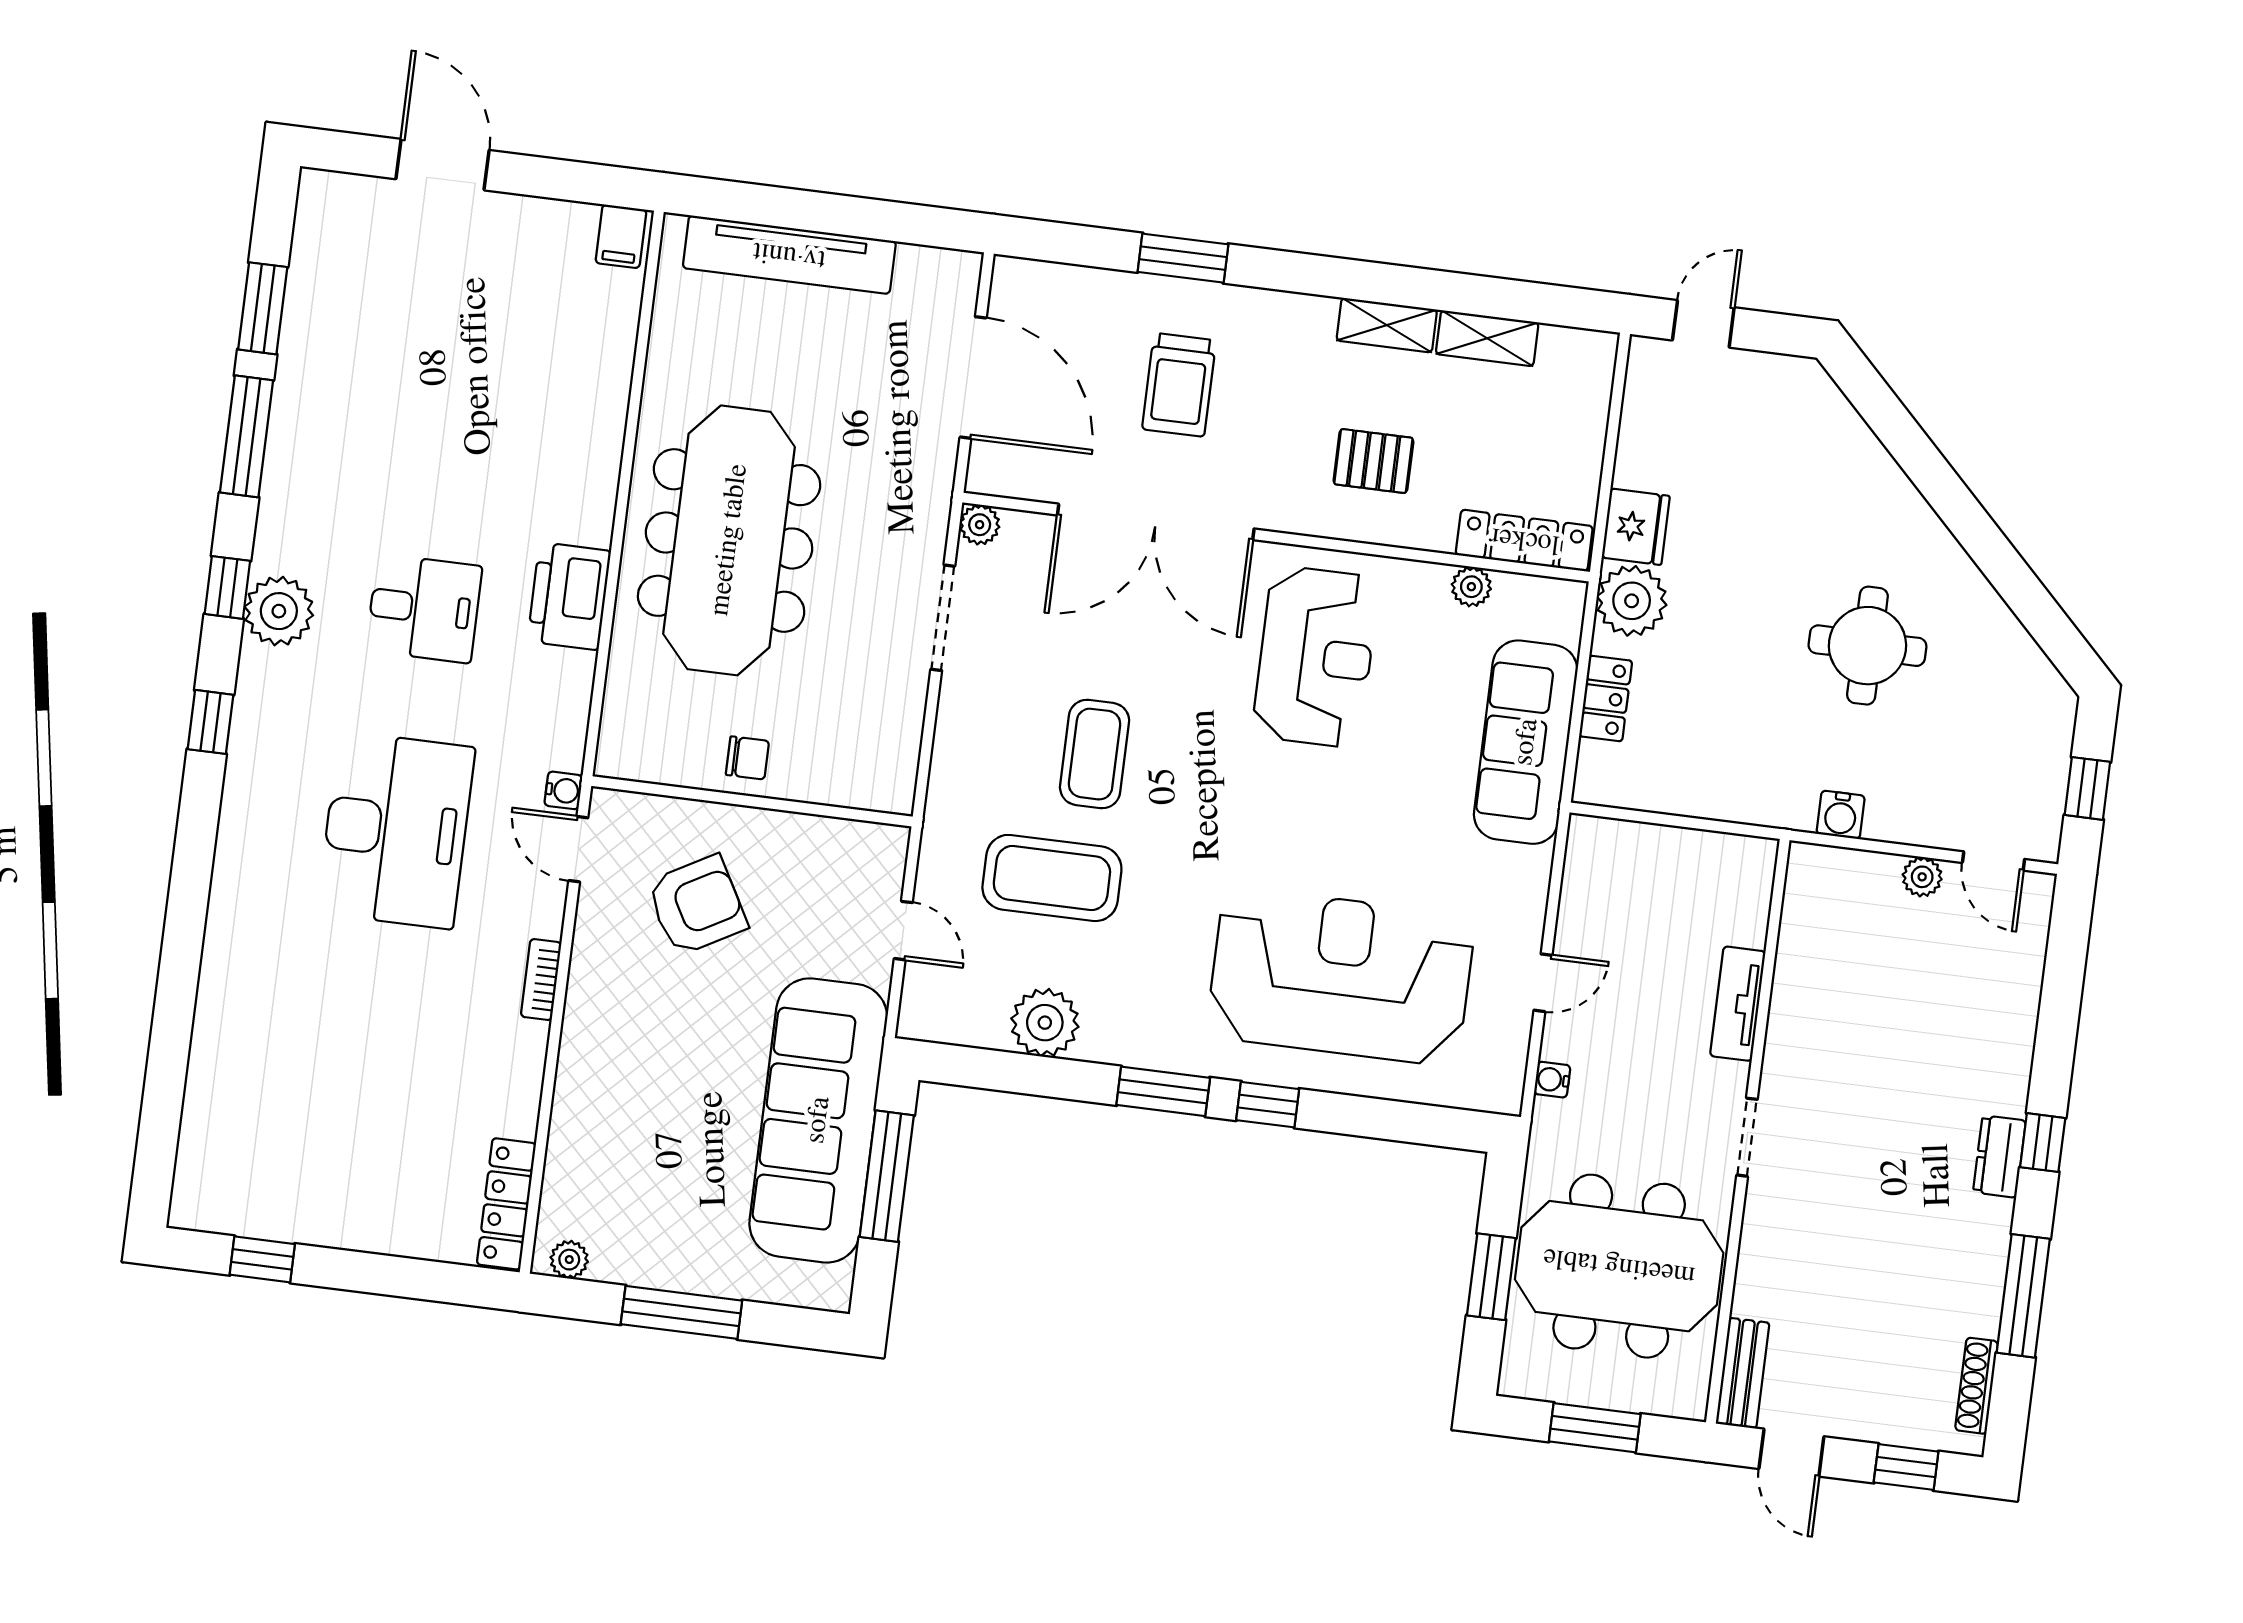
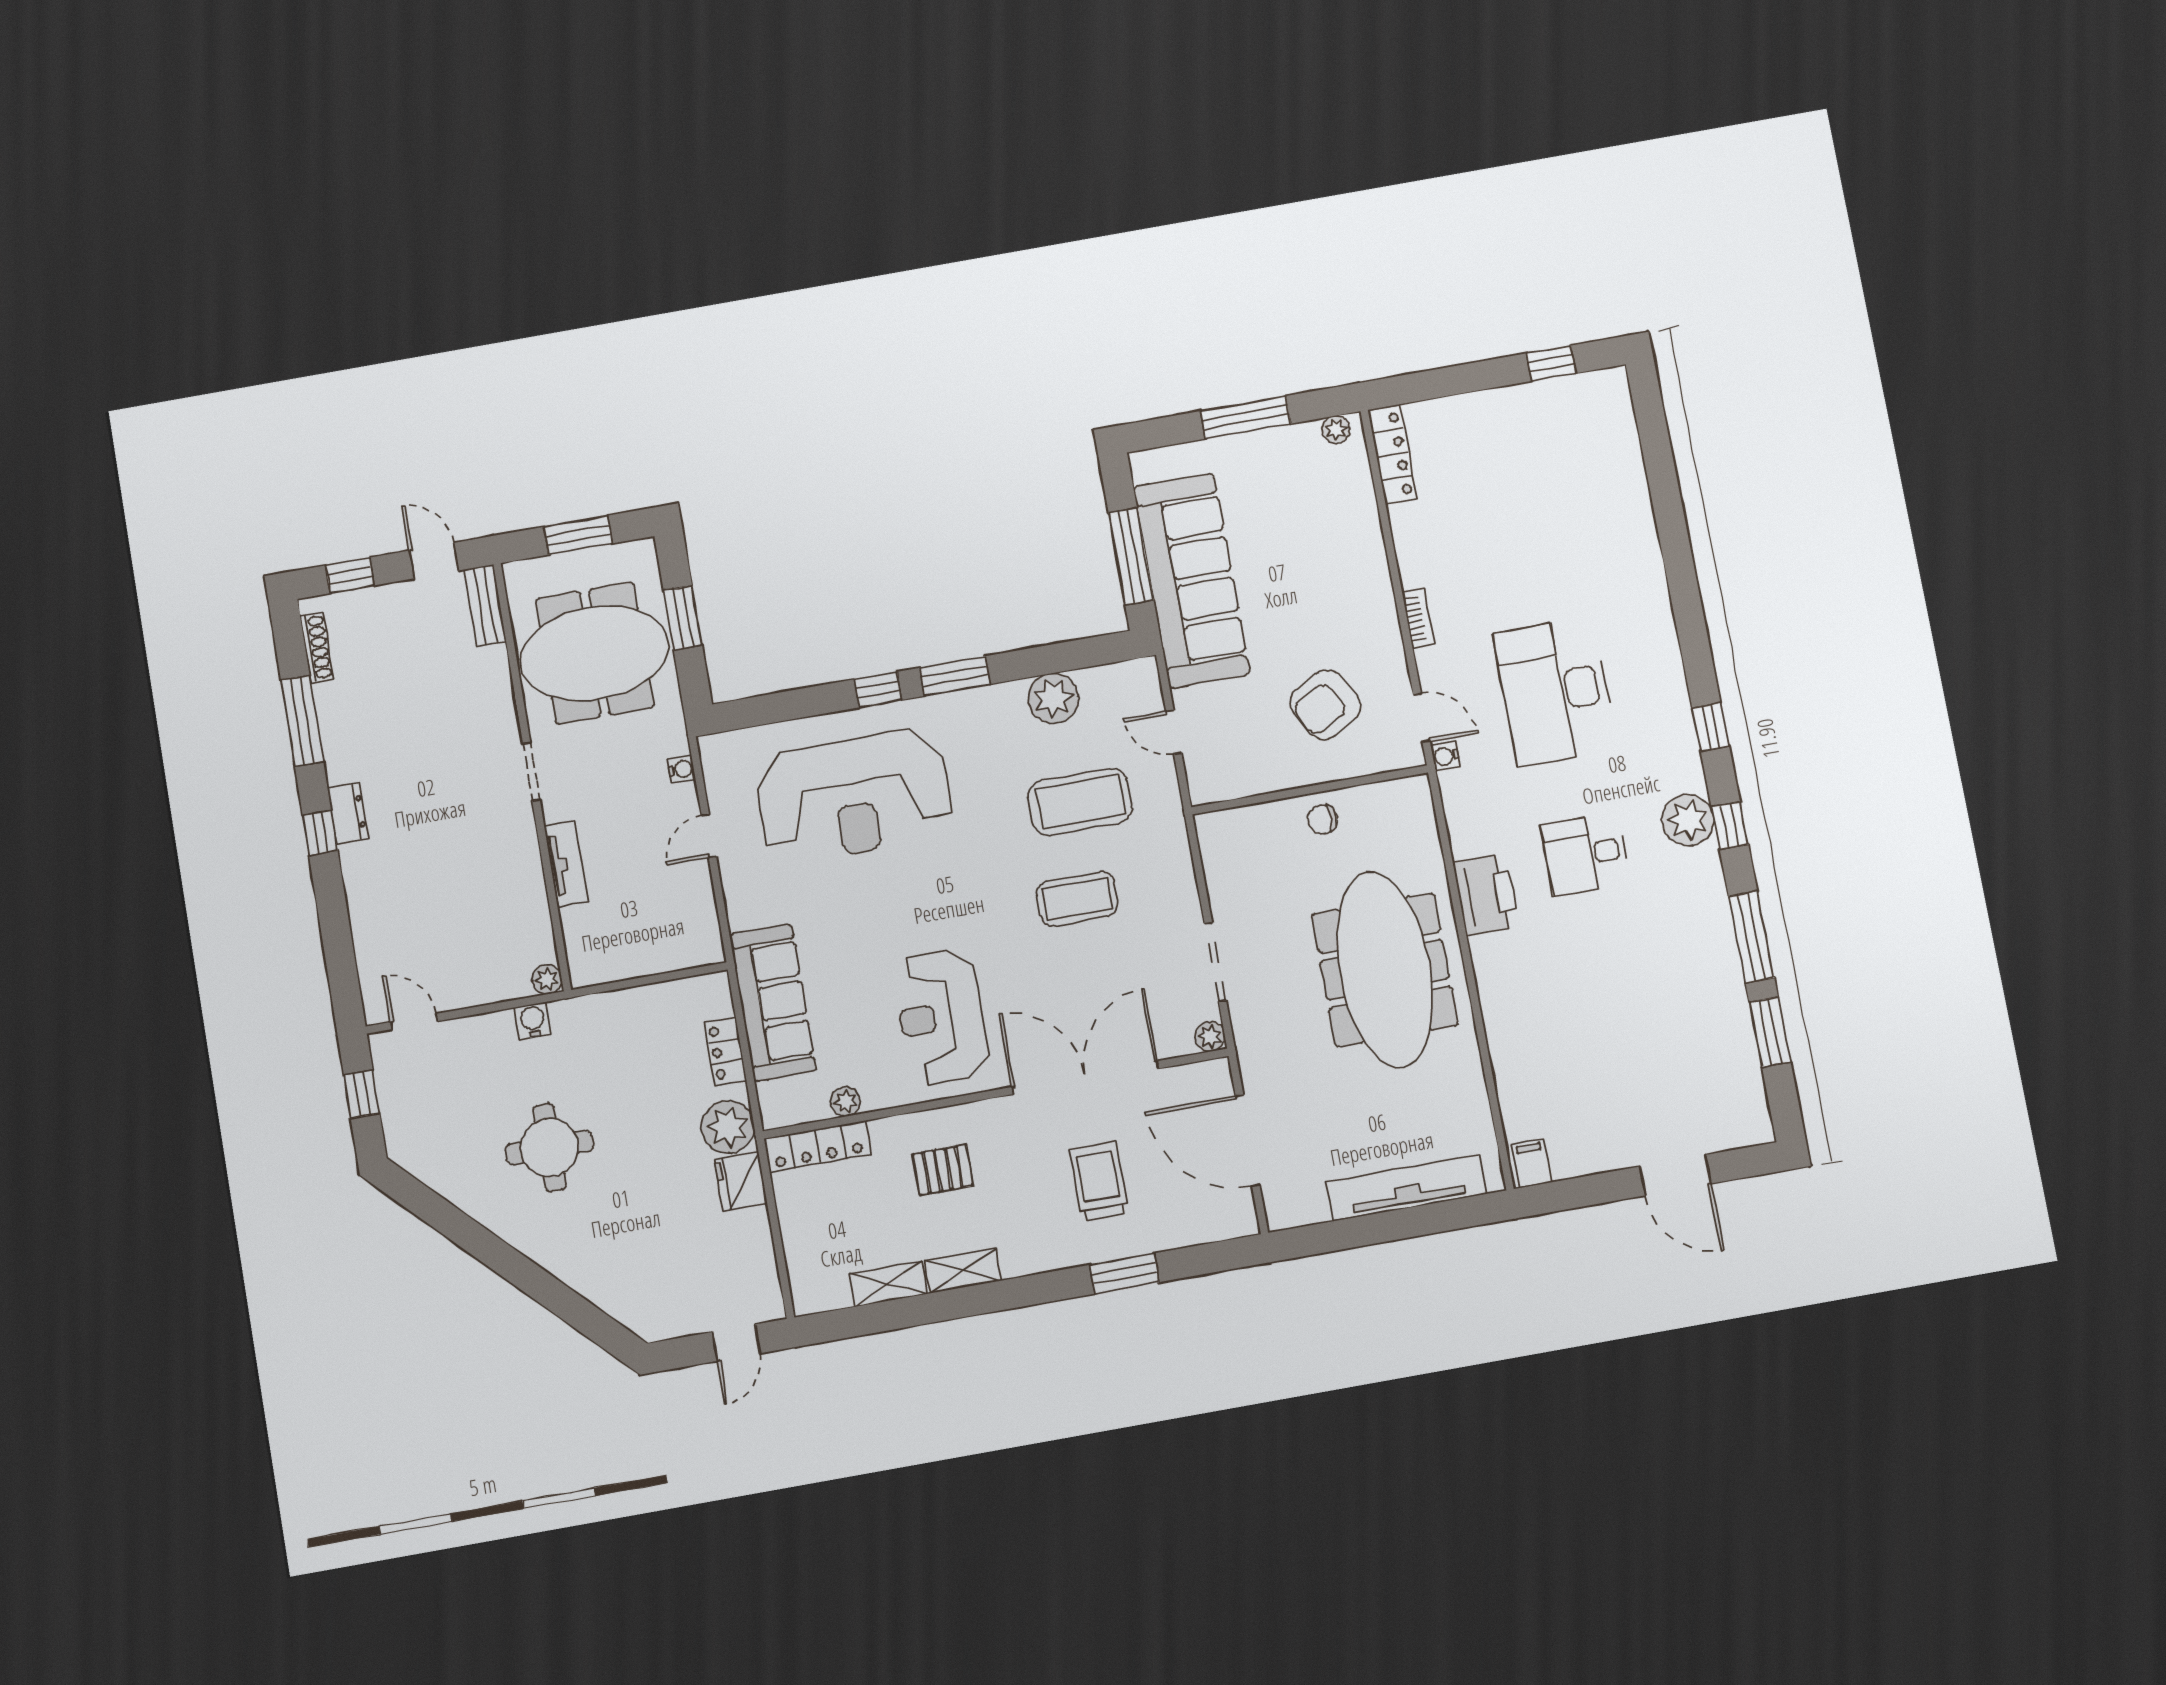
coffee table: (1095, 754) -> (1077, 899), turned 90
plant: (1922, 877) -> (547, 979), moved

